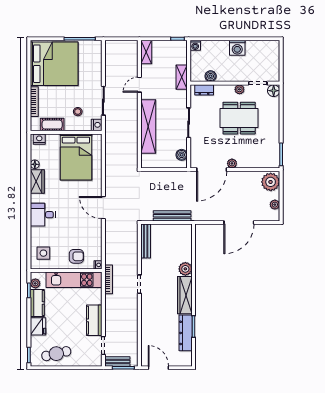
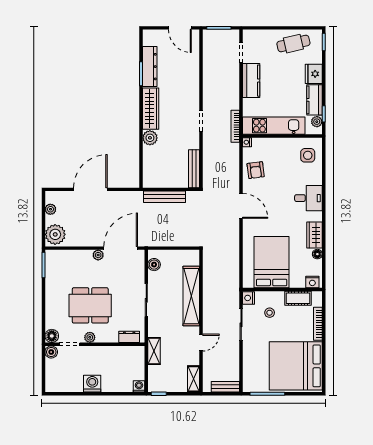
boiler: (211, 76) -> (51, 352), moved
armchair: (76, 256) -> (256, 170), moved, turned -97
bench: (117, 362) -> (225, 387), moved

